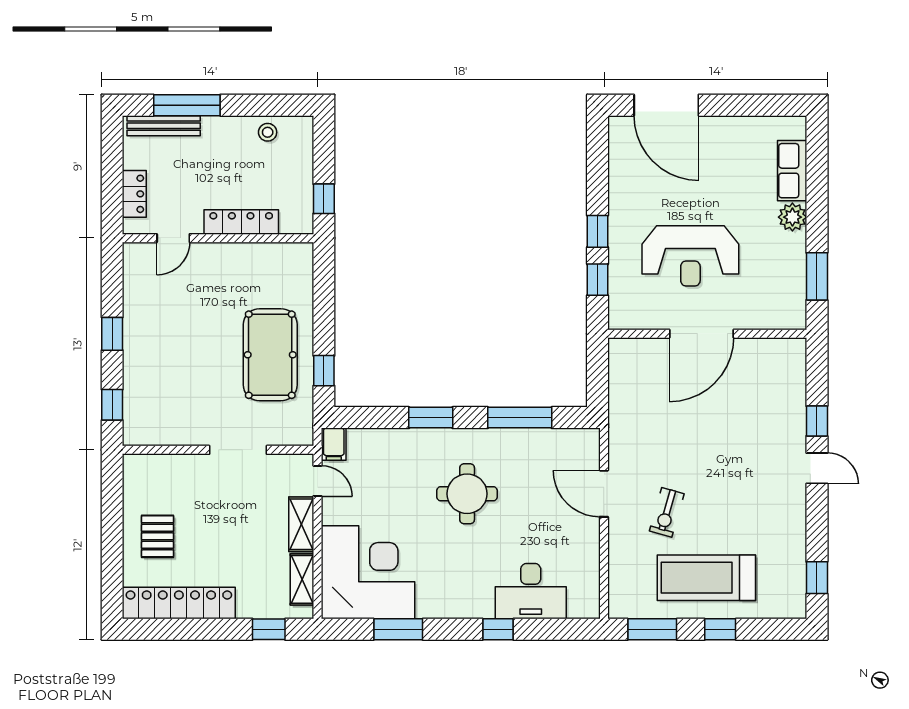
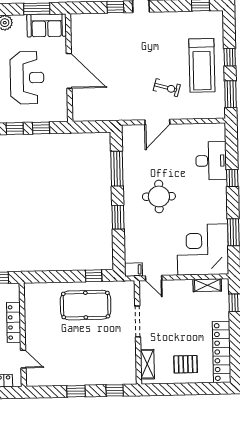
sofa: (786, 294) -> (47, 25), added
door: (317, 481) -> (154, 278), swing flipped
shelving: (301, 524) -> (147, 364), moved, turned 90

